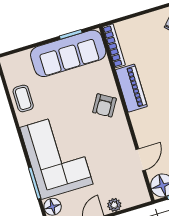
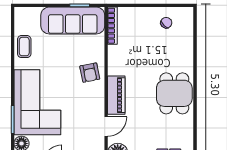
piano: (131, 88) -> (116, 95), moved
armchair: (104, 105) -> (90, 73), turned -42

